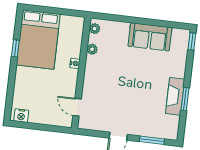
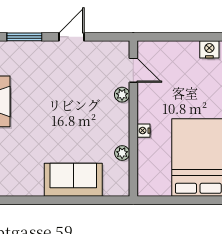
plant: (95, 29) -> (122, 95), moved
sofa: (150, 37) -> (73, 180), moved

